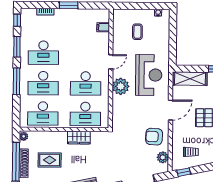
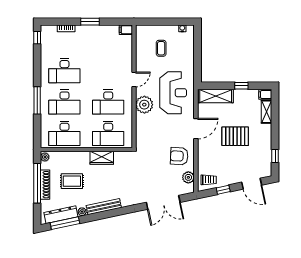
filing cabinet: (103, 27) -> (126, 30), moved
window: (17, 47) -> (37, 65), removed
trolley: (191, 152) -> (209, 180), moved
window: (184, 172) -> (223, 190), moved

